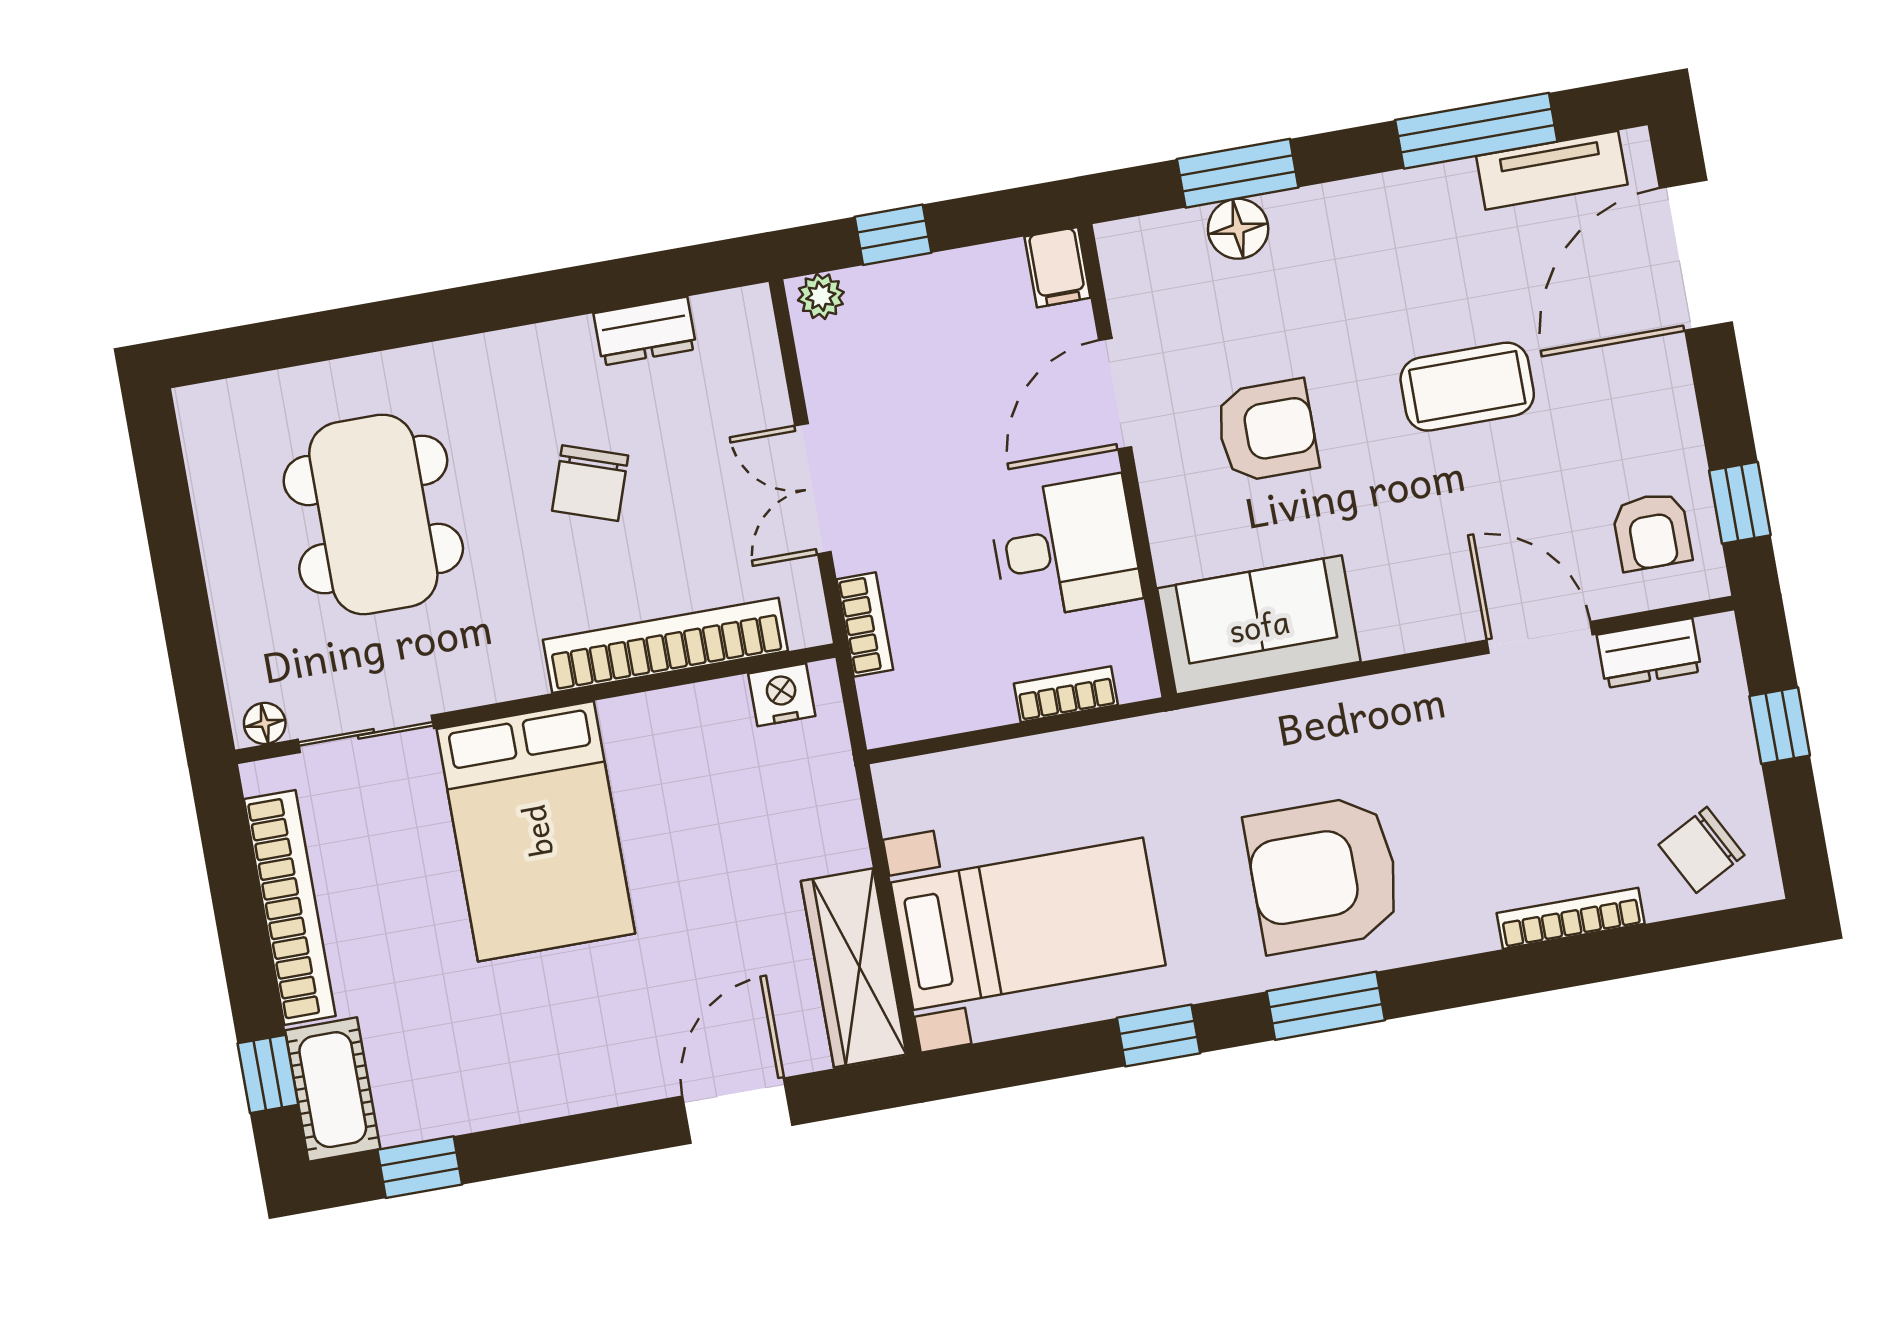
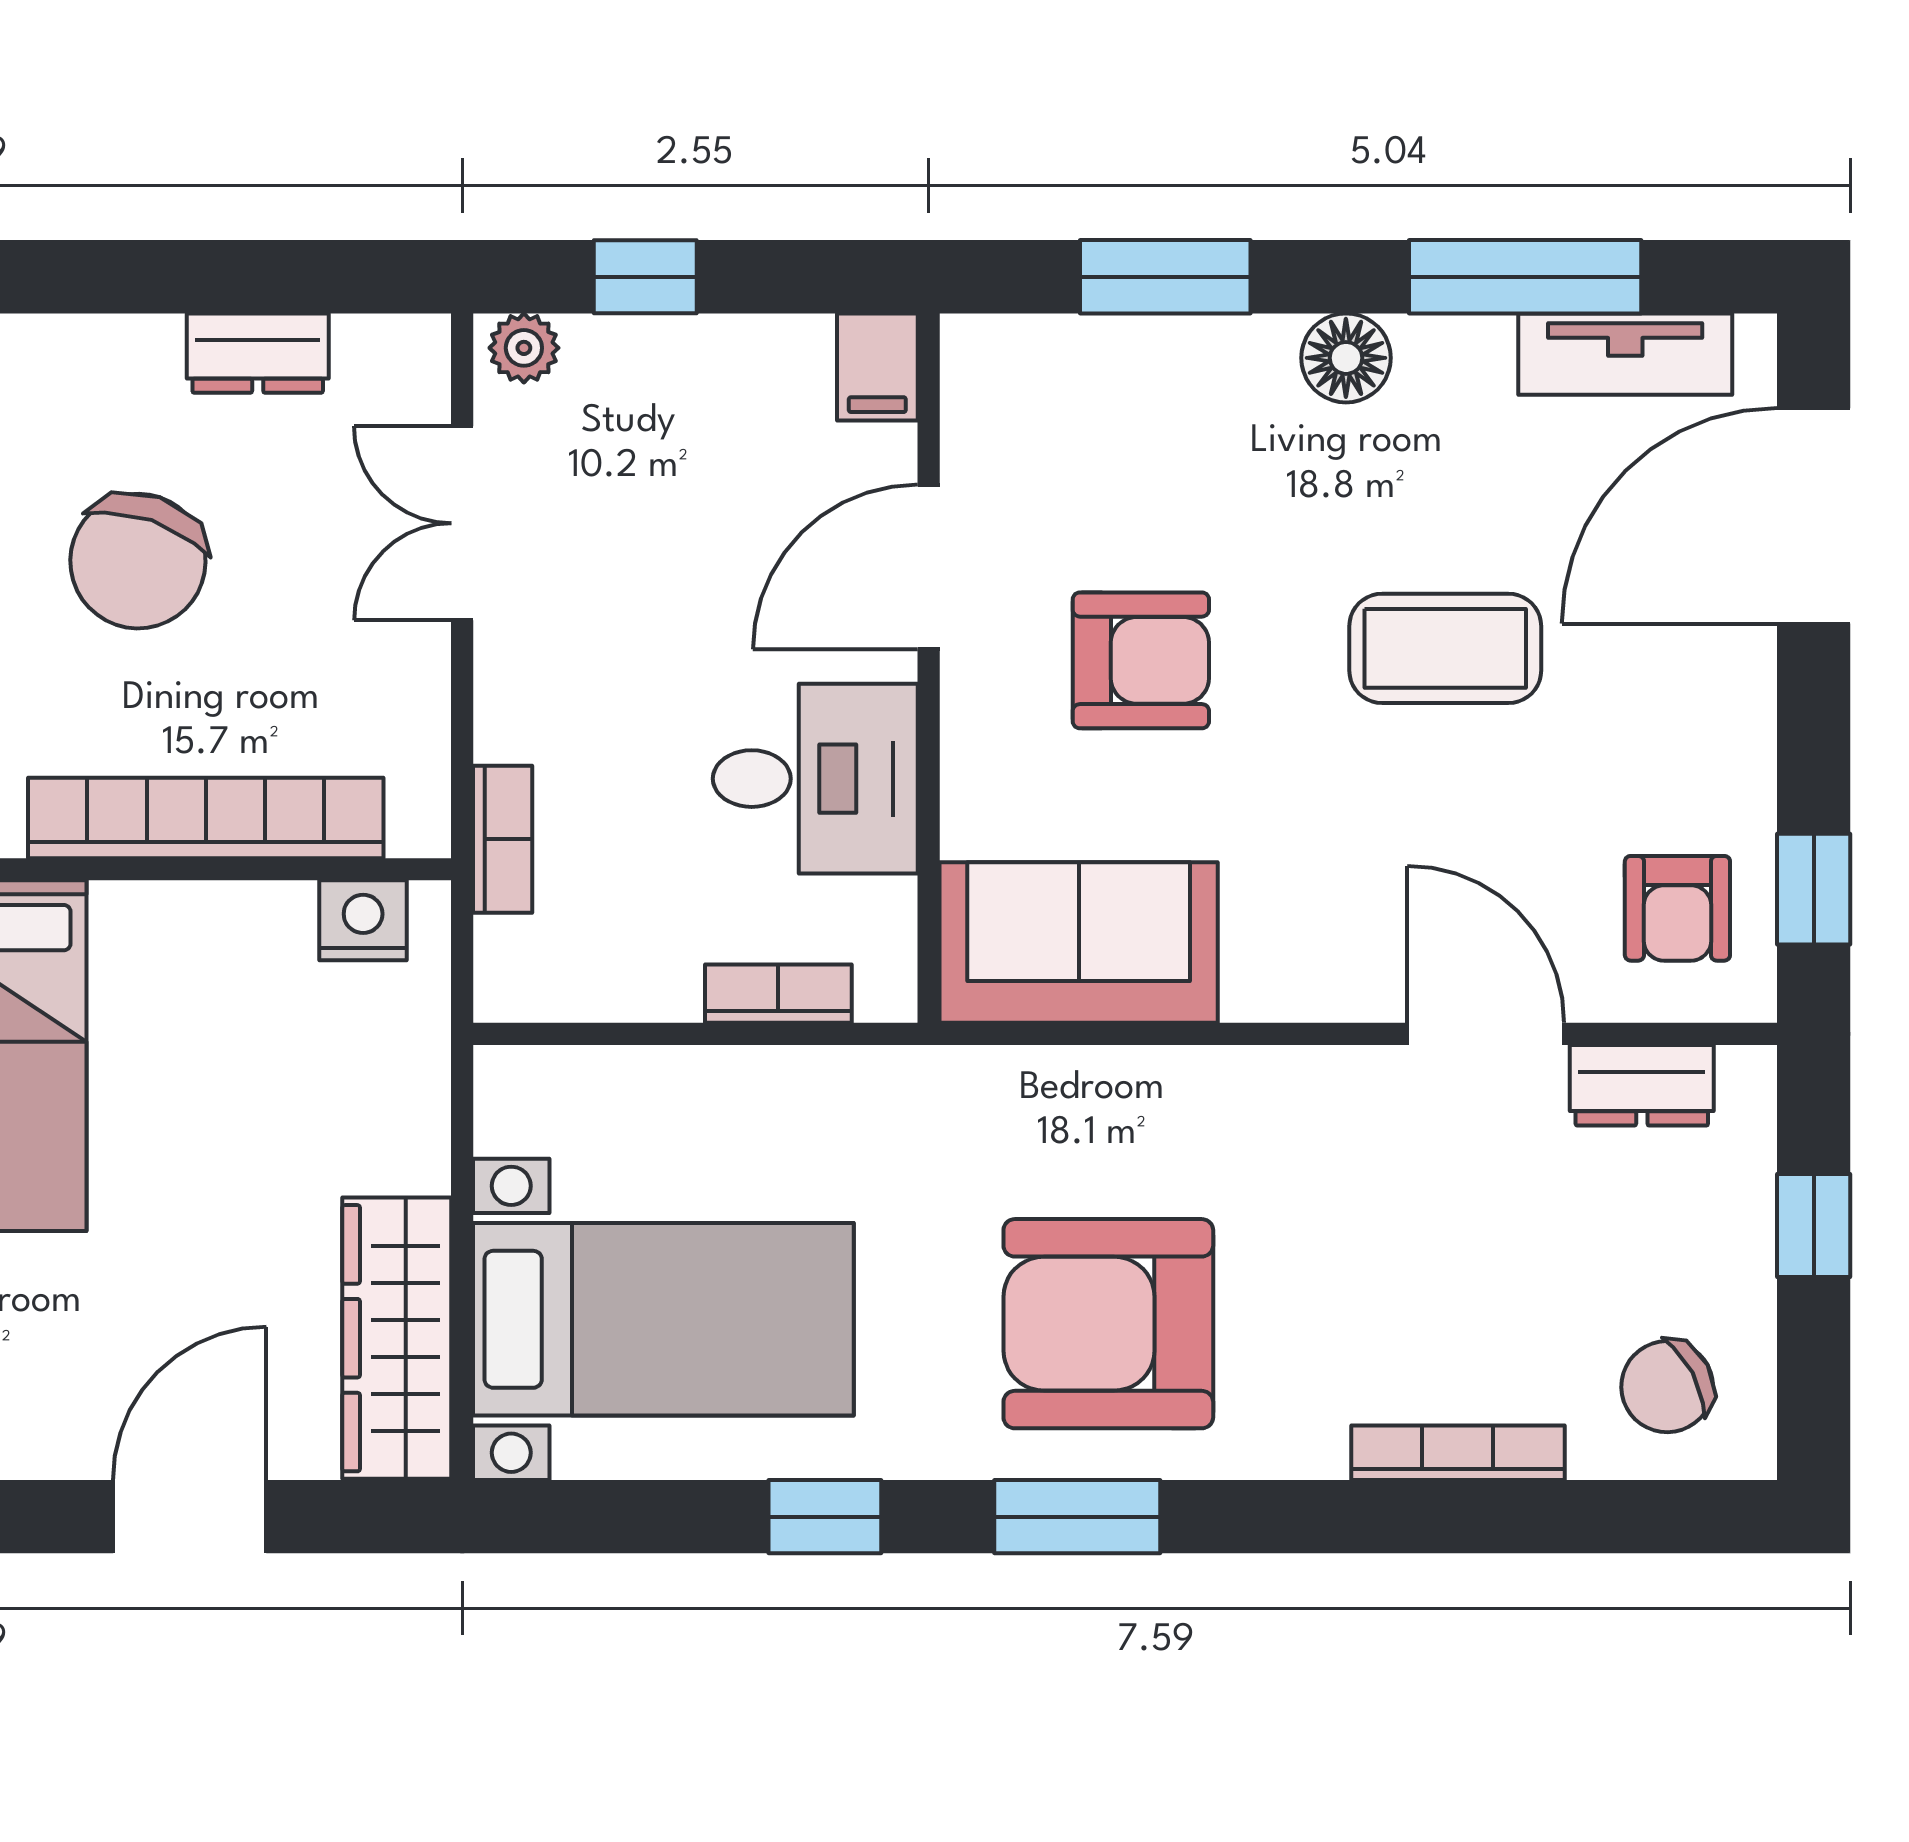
floor lamp: (1238, 229) -> (1346, 358), moved
chair: (590, 483) -> (138, 561), width x1.37, depth x1.37
double door: (813, 489) -> (462, 523), moved

